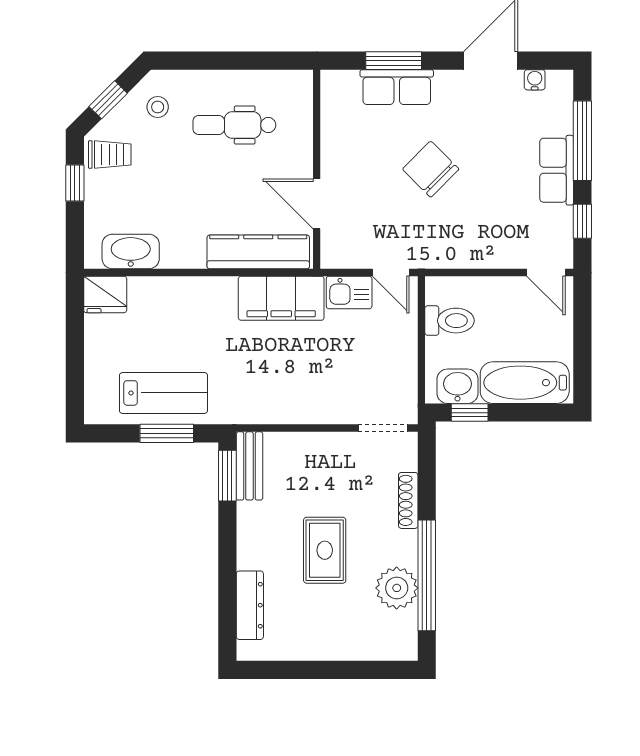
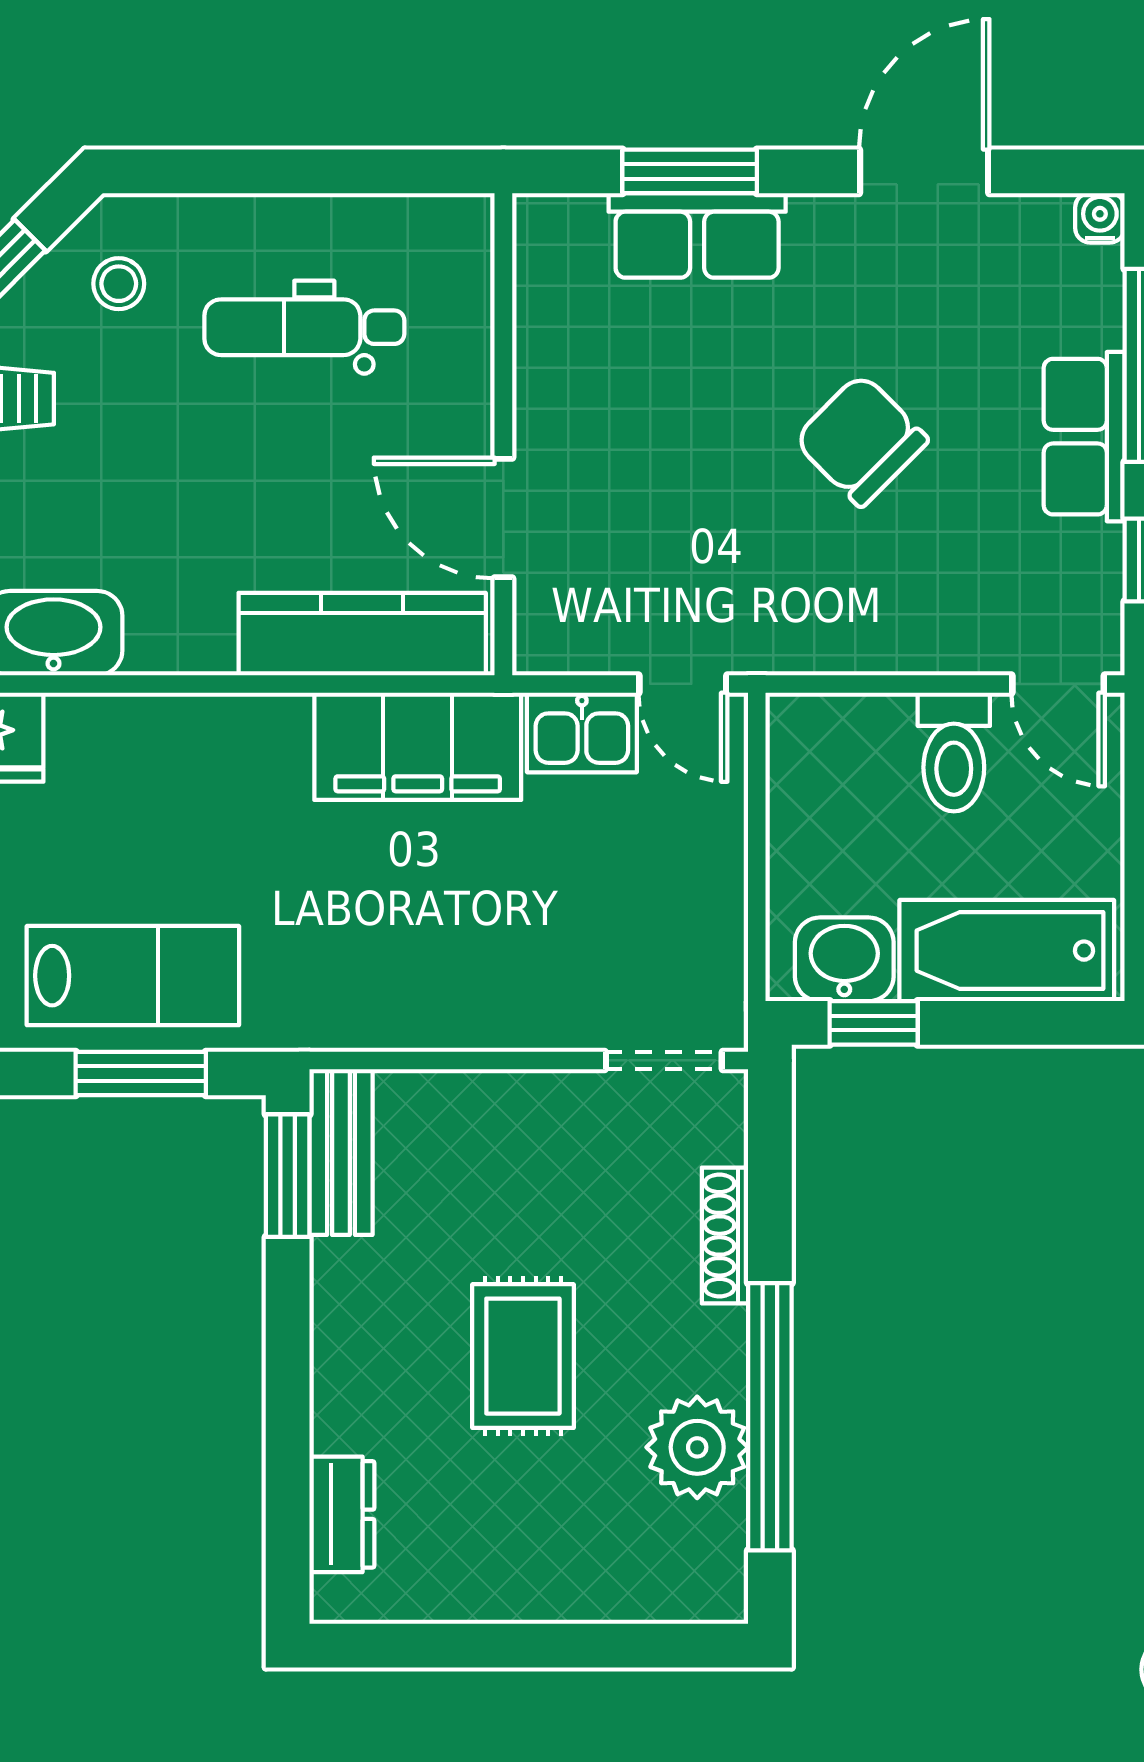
water cooler: (535, 80) -> (1100, 218), moved
chair: (431, 169) -> (861, 440), moved
toilet: (450, 321) -> (954, 752), moved, turned 90
dresser: (250, 605) -> (342, 1514), width x0.70

